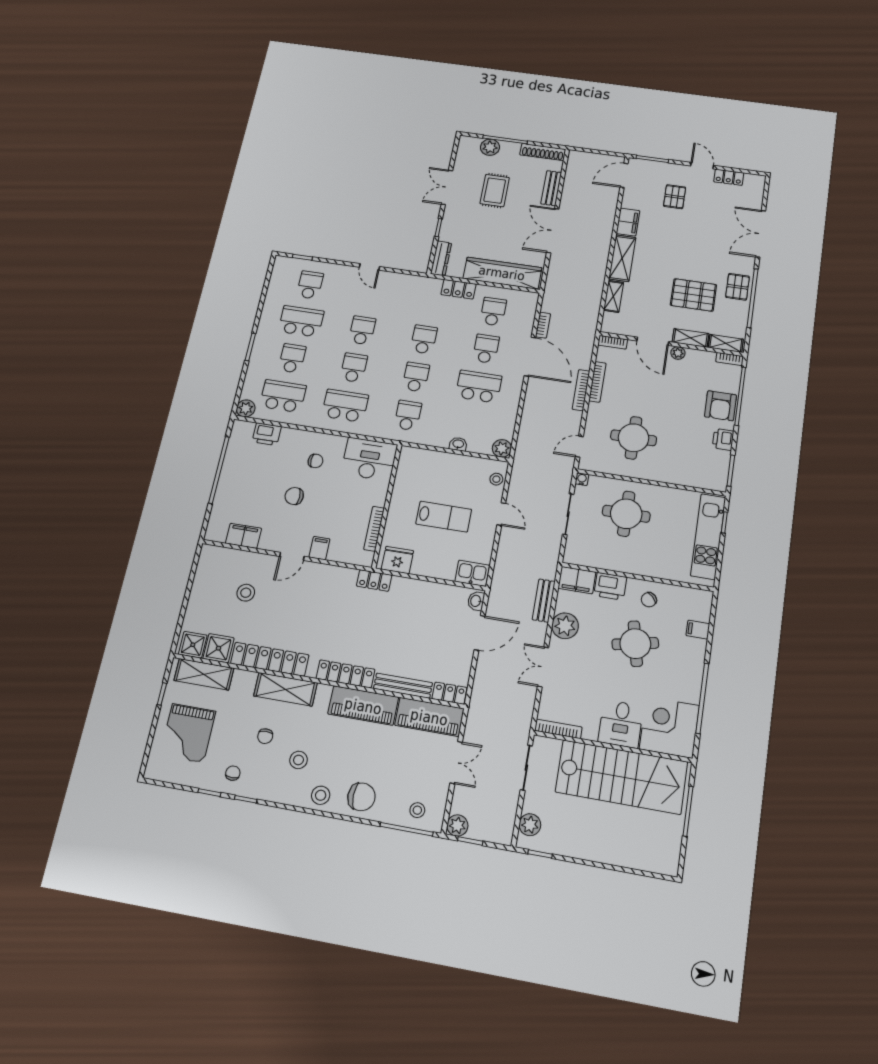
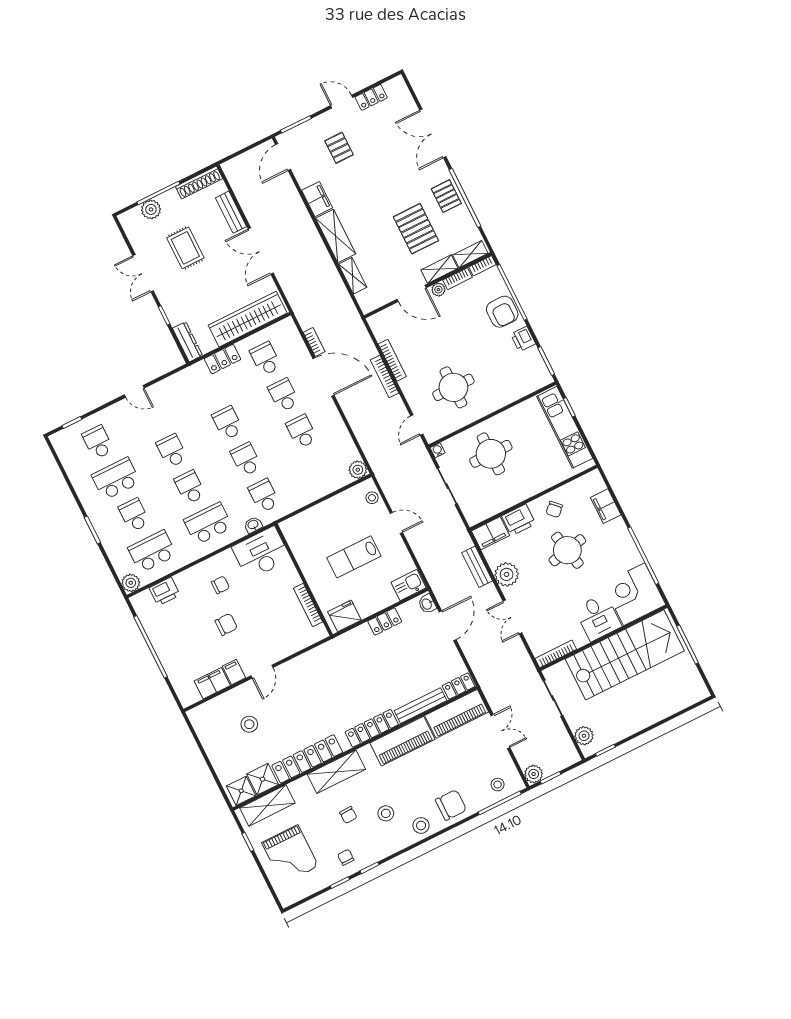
pallet: (693, 295) -> (416, 229), turned 90
bookcase: (613, 342) -> (458, 279), moved
school desk: (479, 387) -> (302, 432), width x0.54
washbasin: (458, 444) -> (253, 525), moved
chair: (294, 496) -> (226, 624), turned 180
lab bench: (444, 517) -> (354, 557), turned 180
filing cabinet: (319, 548) -> (234, 672), moved
locker: (374, 580) -> (385, 621), moved
filing cabinet: (698, 630) -> (606, 506), width x2.00

